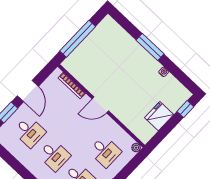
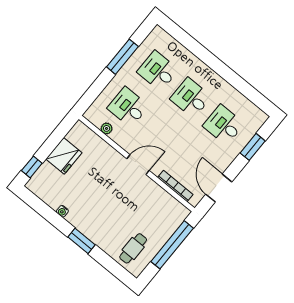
cafe table: (109, 38) -> (133, 248), added
window: (150, 47) -> (81, 241), width x0.69
door: (28, 91) -> (219, 188), moved
plant: (136, 148) -> (107, 128), moved

